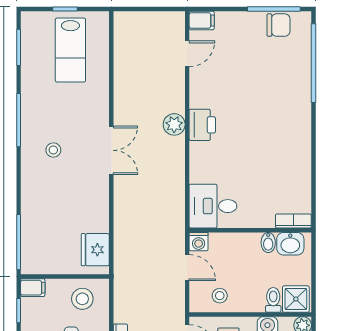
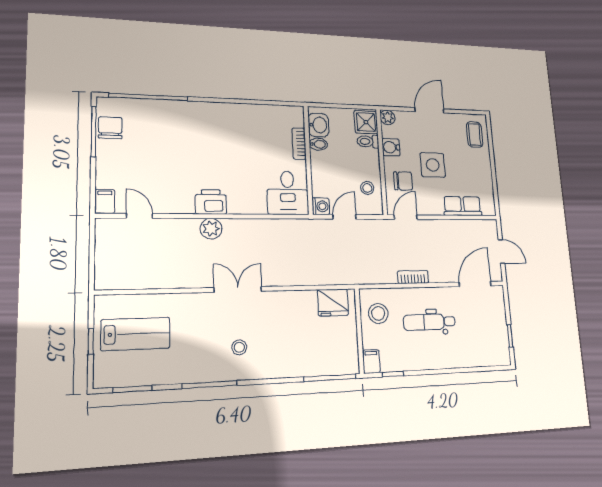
bookcase: (293, 221) -> (299, 144), moved

